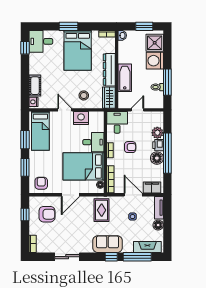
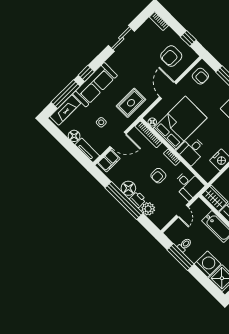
rug: (102, 210) -> (131, 103), turned 90
sofa: (108, 244) -> (95, 85), width x1.36

